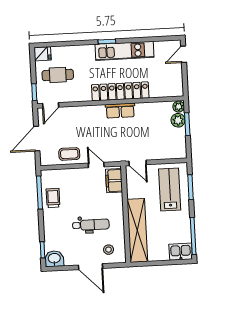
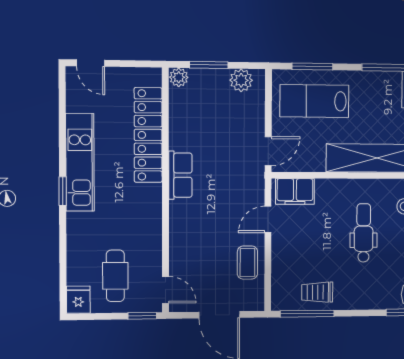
locker: (120, 91) -> (148, 135), moved
plant: (178, 120) -> (241, 80), moved

